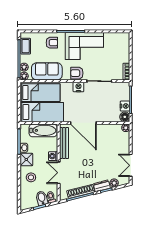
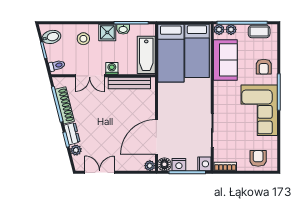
armchair: (77, 73) -> (258, 158), moved
nightstand: (78, 87) -> (204, 164), moved
door: (83, 123) -> (156, 137), moved
double door: (59, 173) -> (90, 76), swing flipped
bidet: (42, 198) -> (51, 37), moved

